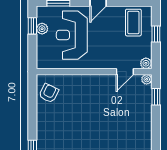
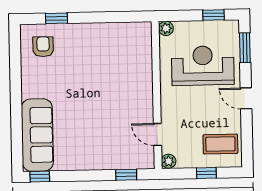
plant: (42, 29) -> (166, 28), moved
plant: (147, 79) -> (148, 163), removed
armchair: (49, 93) -> (128, 38), removed

